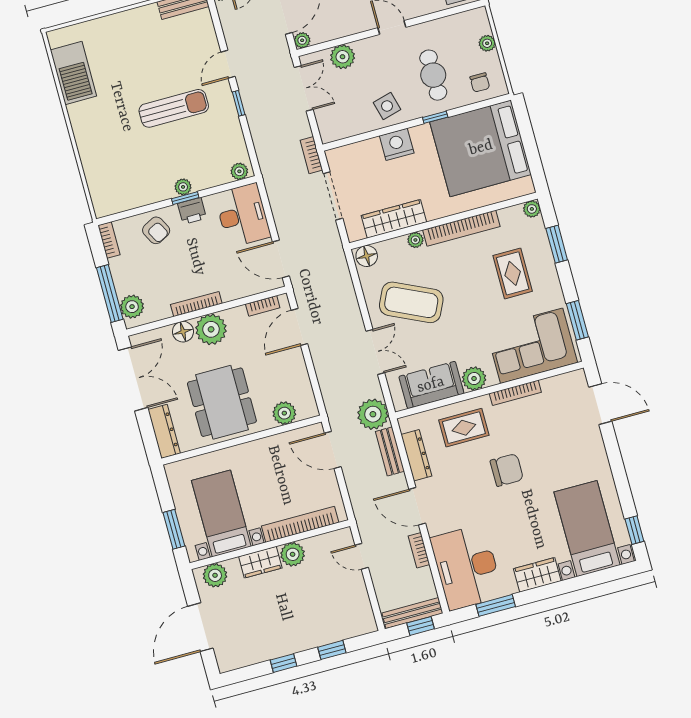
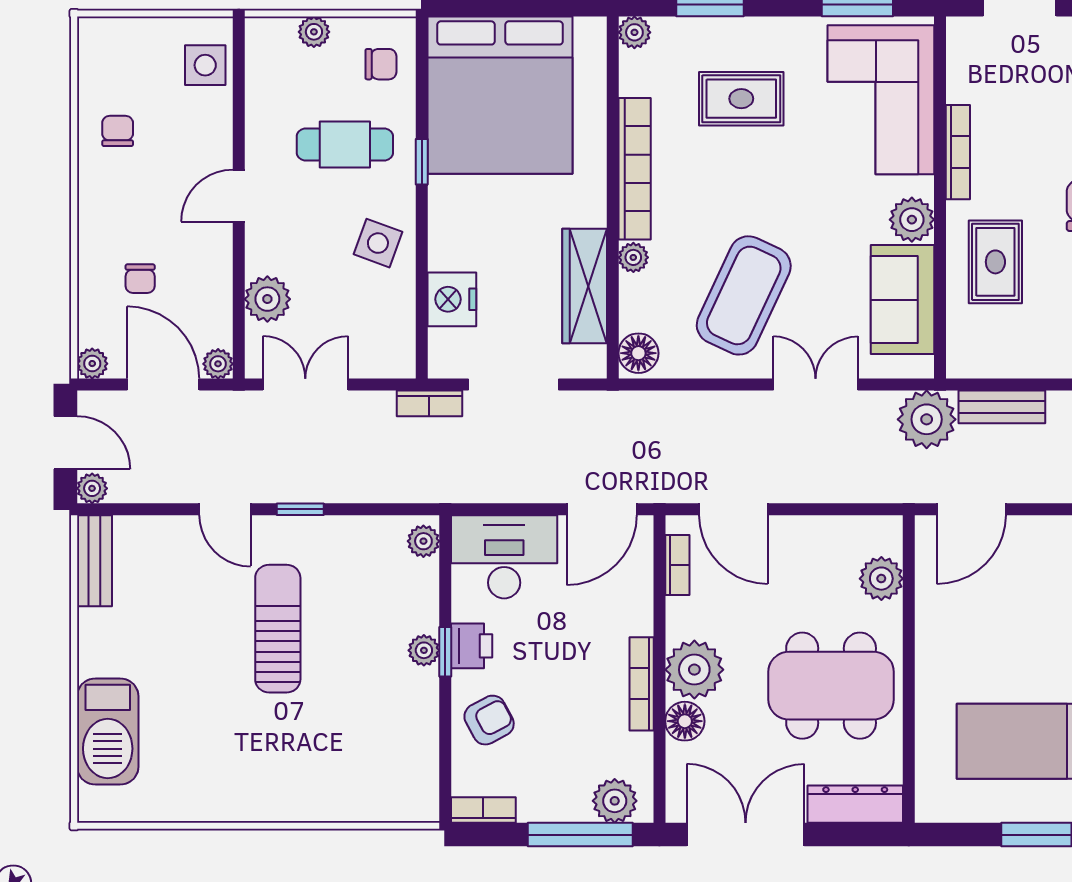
barbecue: (73, 73) -> (108, 732), moved, turned 90
side table: (387, 106) -> (378, 243), turned 35
nightstand: (397, 144) -> (452, 299), moved
dresser: (416, 455) -> (1022, 361), removed

